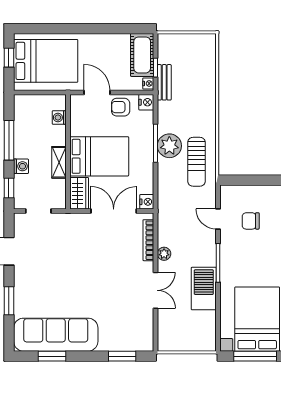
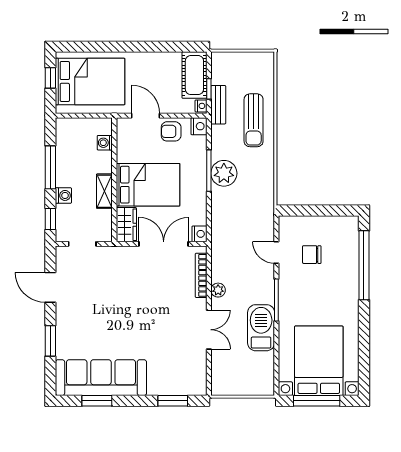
sun lounger: (196, 162) -> (254, 120), moved

